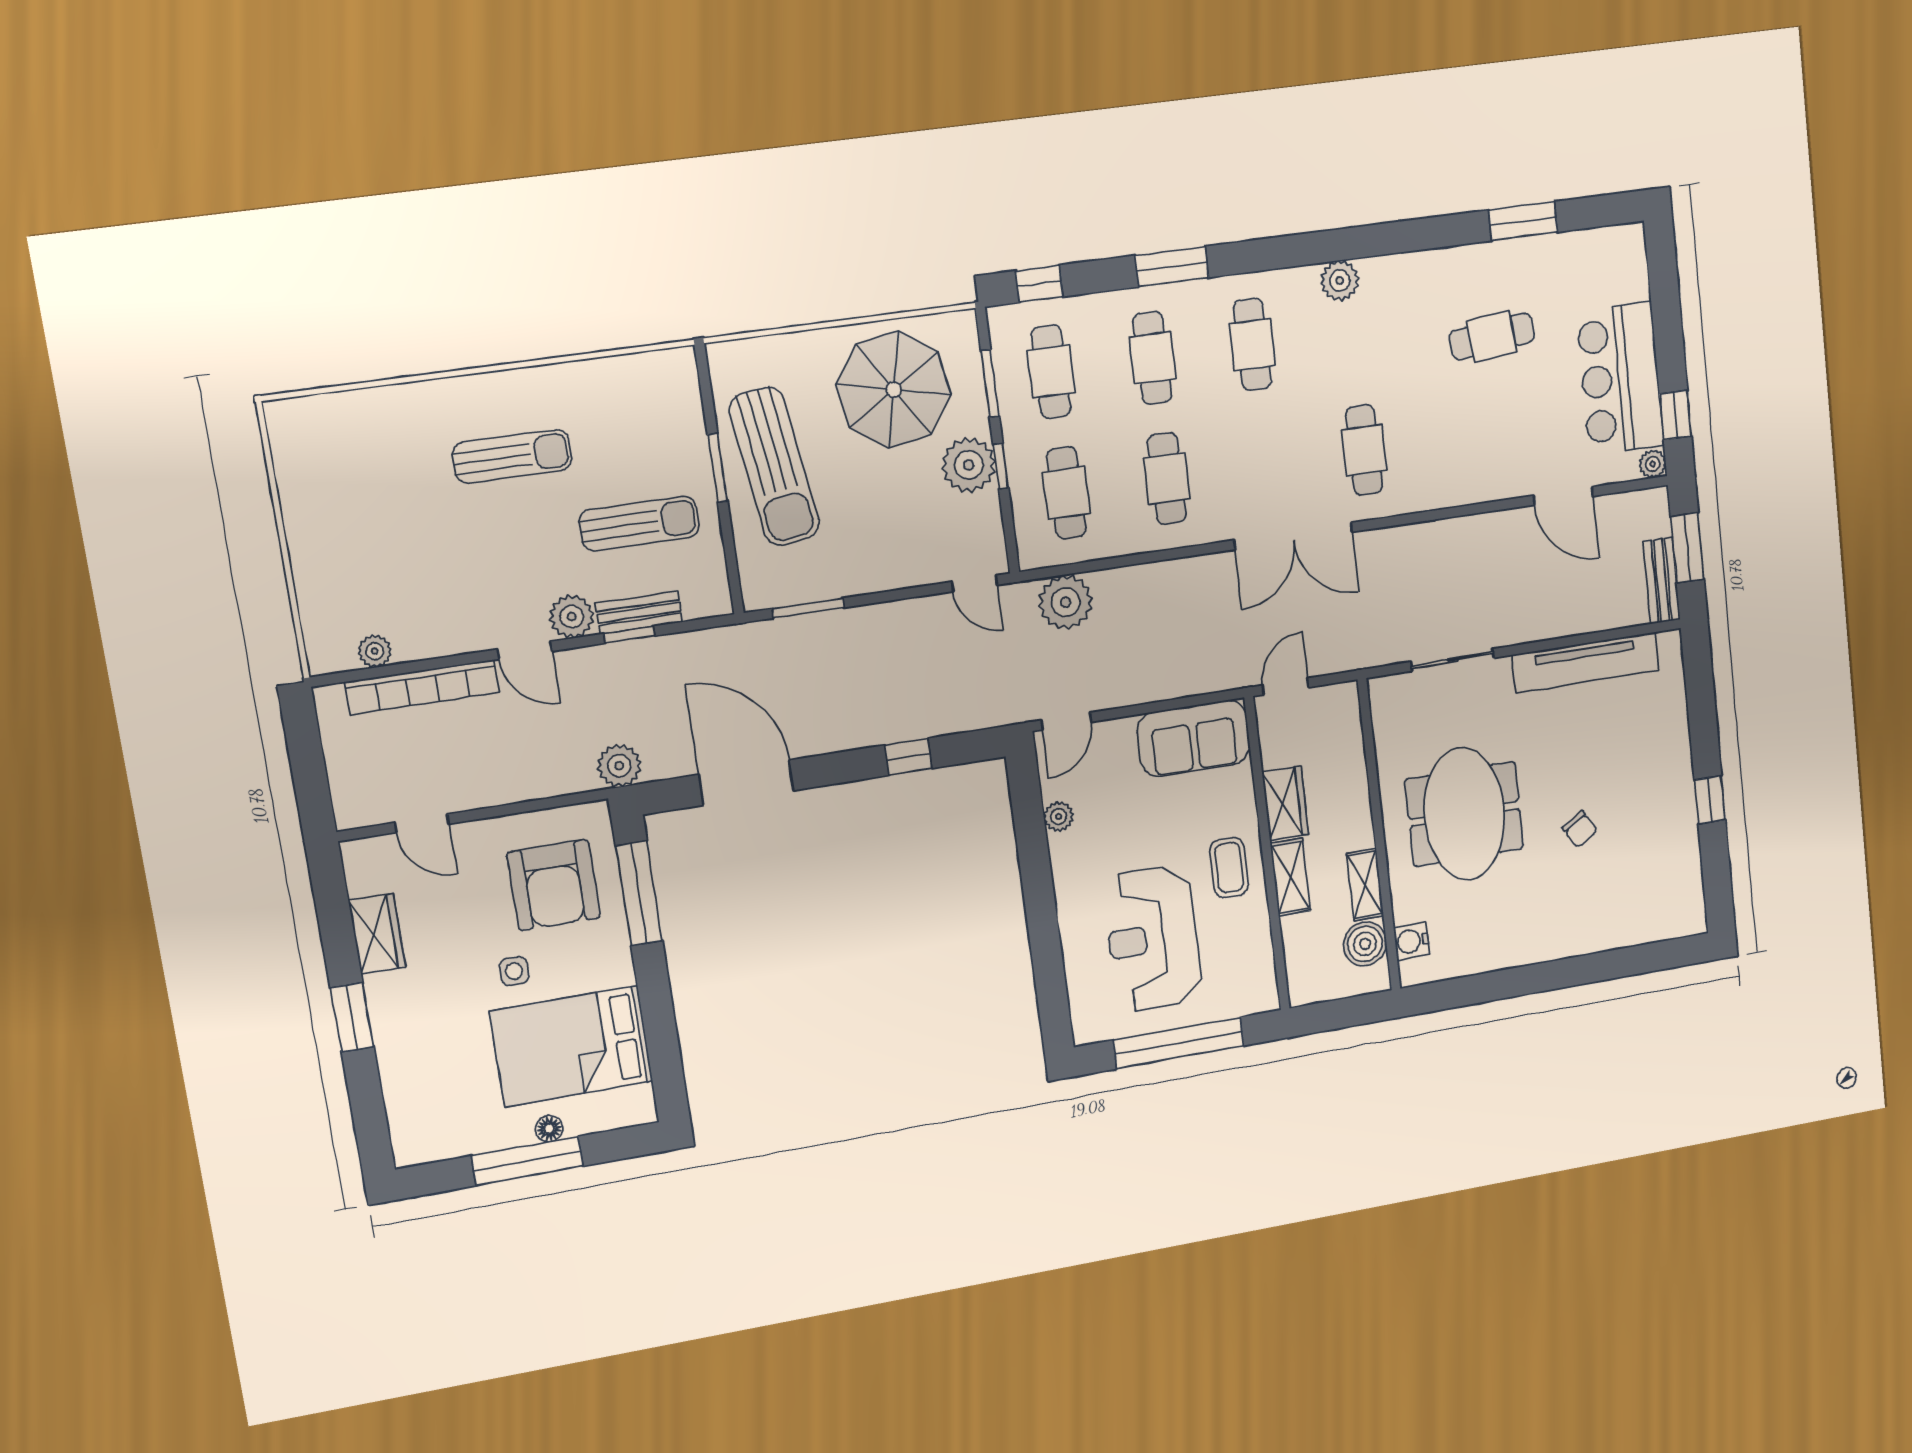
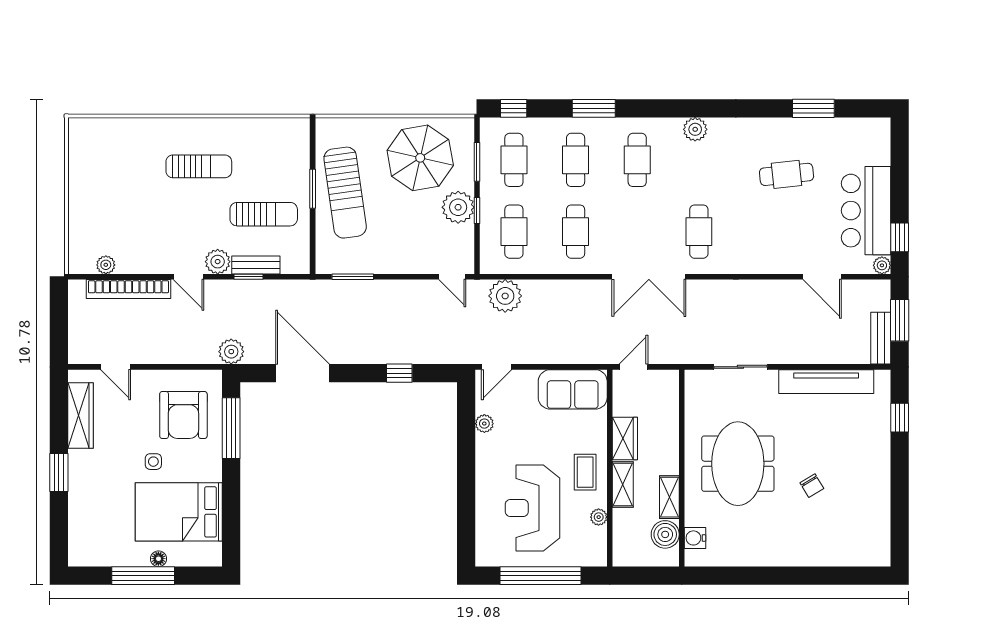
window: (1710, 800) -> (900, 418), moved
wardrobe: (377, 934) -> (81, 416), width x1.50
plant: (1259, 935) -> (599, 517), added

